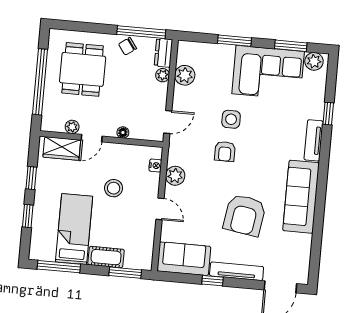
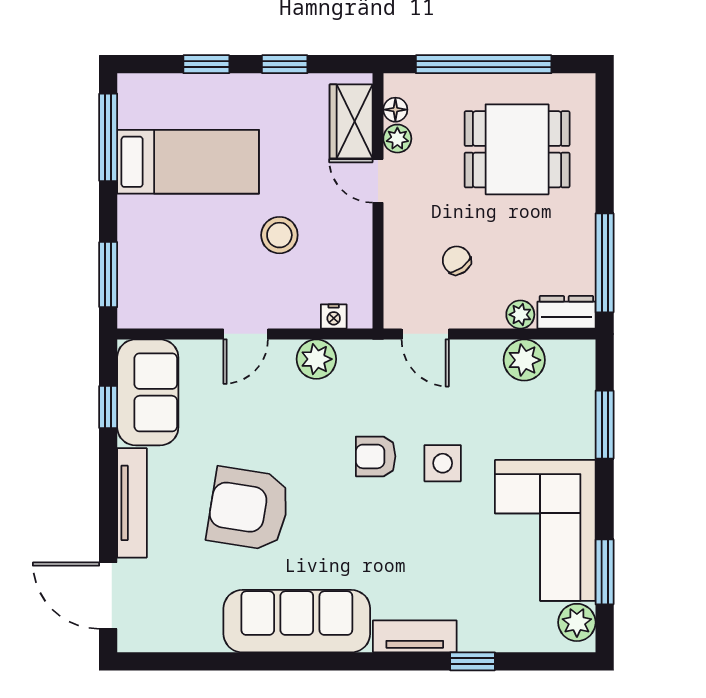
window: (235, 41) -> (605, 425), moved
chair: (128, 46) -> (457, 260), moved
floor lamp: (123, 132) -> (395, 110), moved
cot: (106, 257) -> (137, 232), removed
window: (212, 281) -> (108, 407), moved

